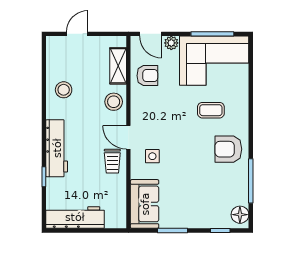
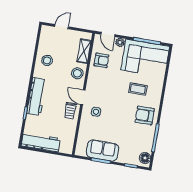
sofa: (145, 204) -> (103, 151), moved, turned -90

